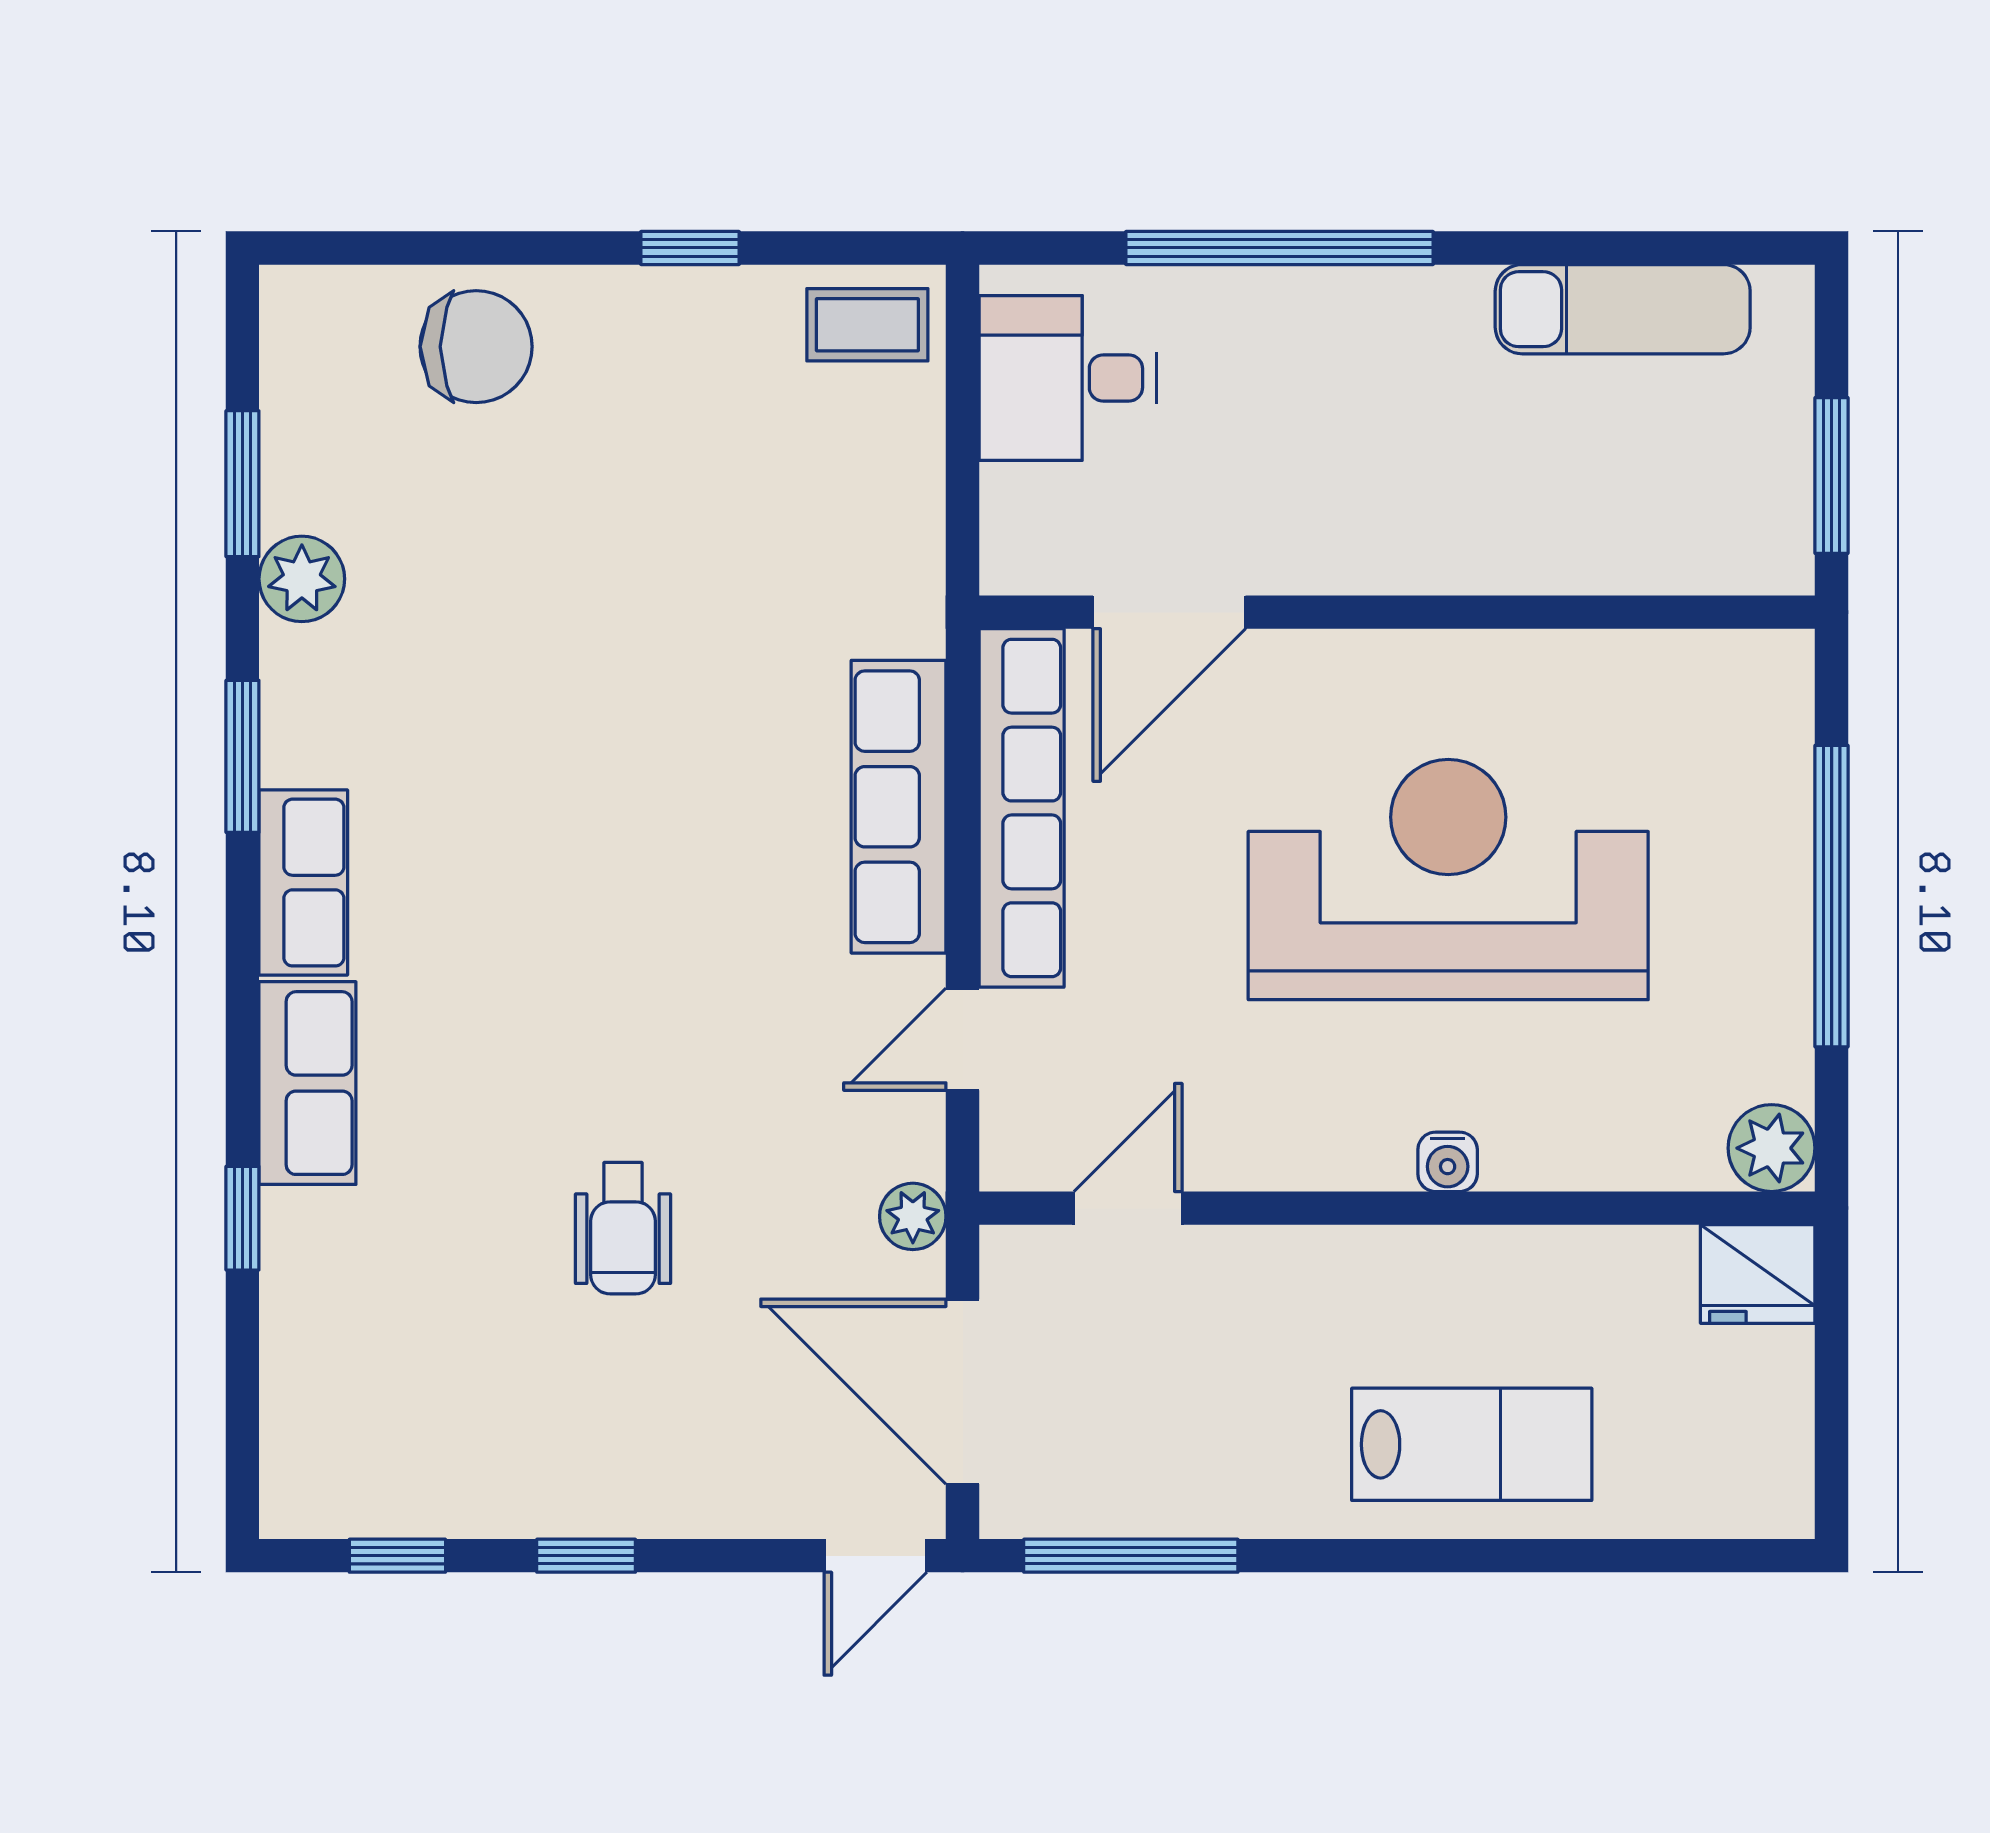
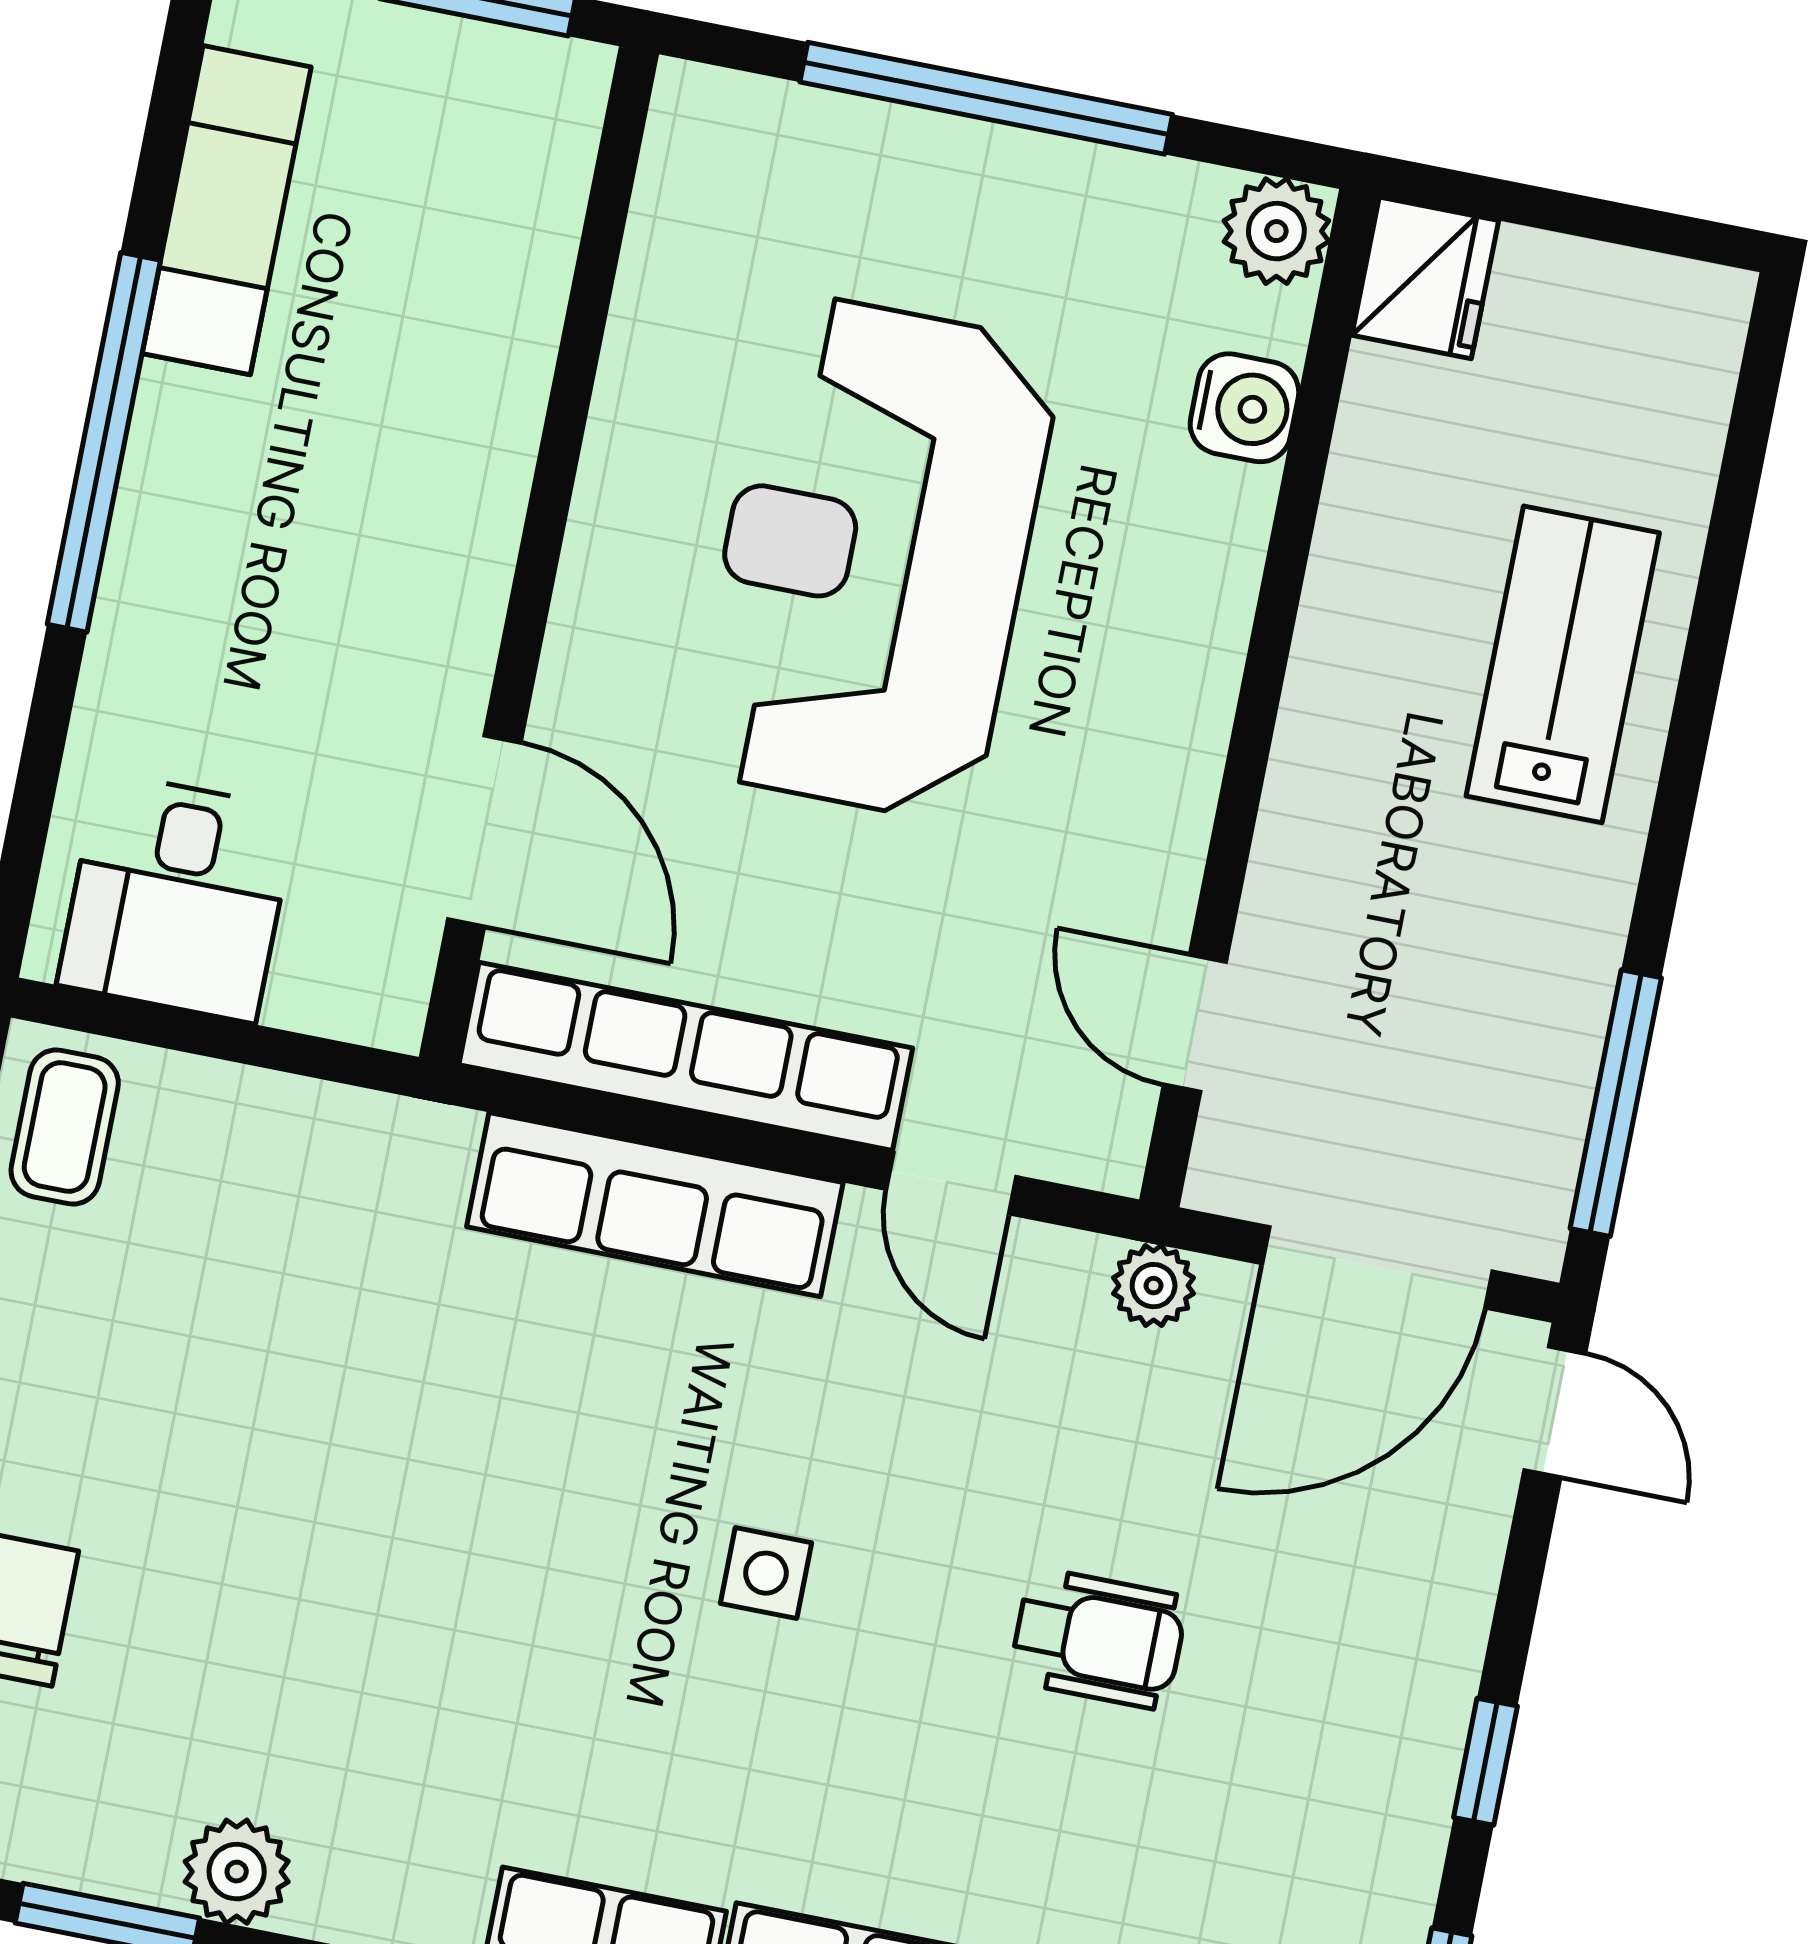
window: (1279, 248) -> (104, 442), moved
side table: (623, 953) -> (766, 1573), added
water cooler: (1448, 1162) -> (1244, 408), moved, width x1.38, depth x1.38

